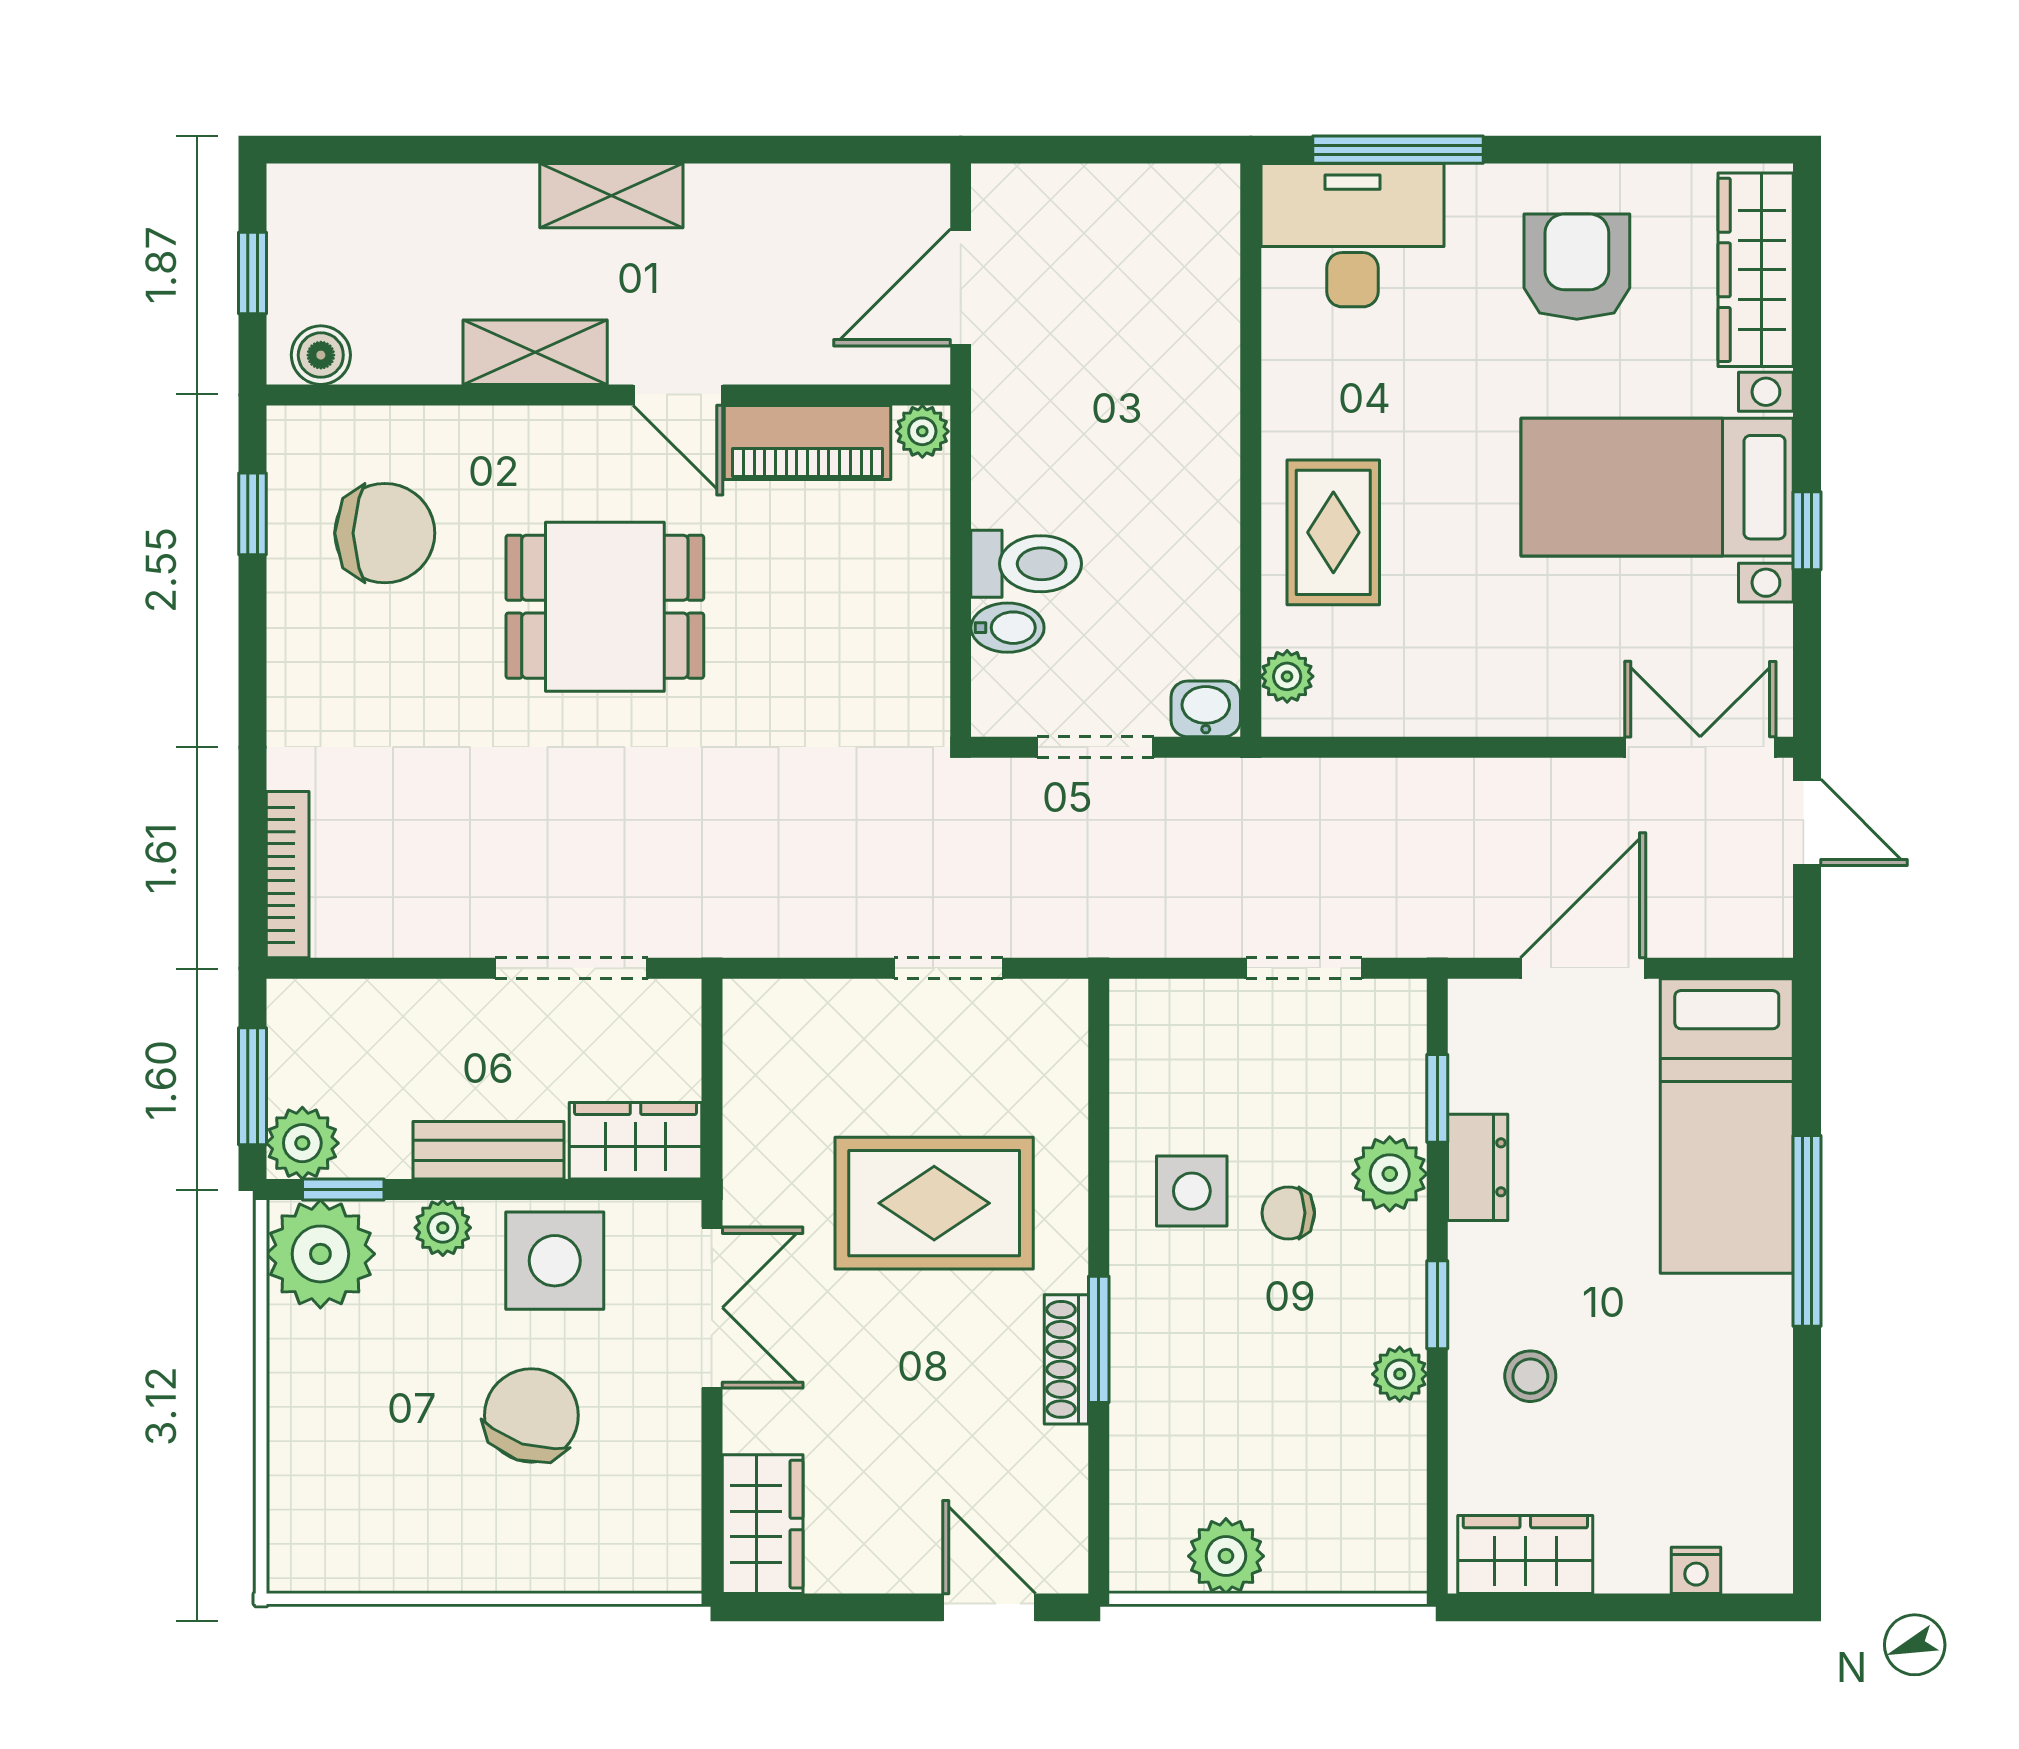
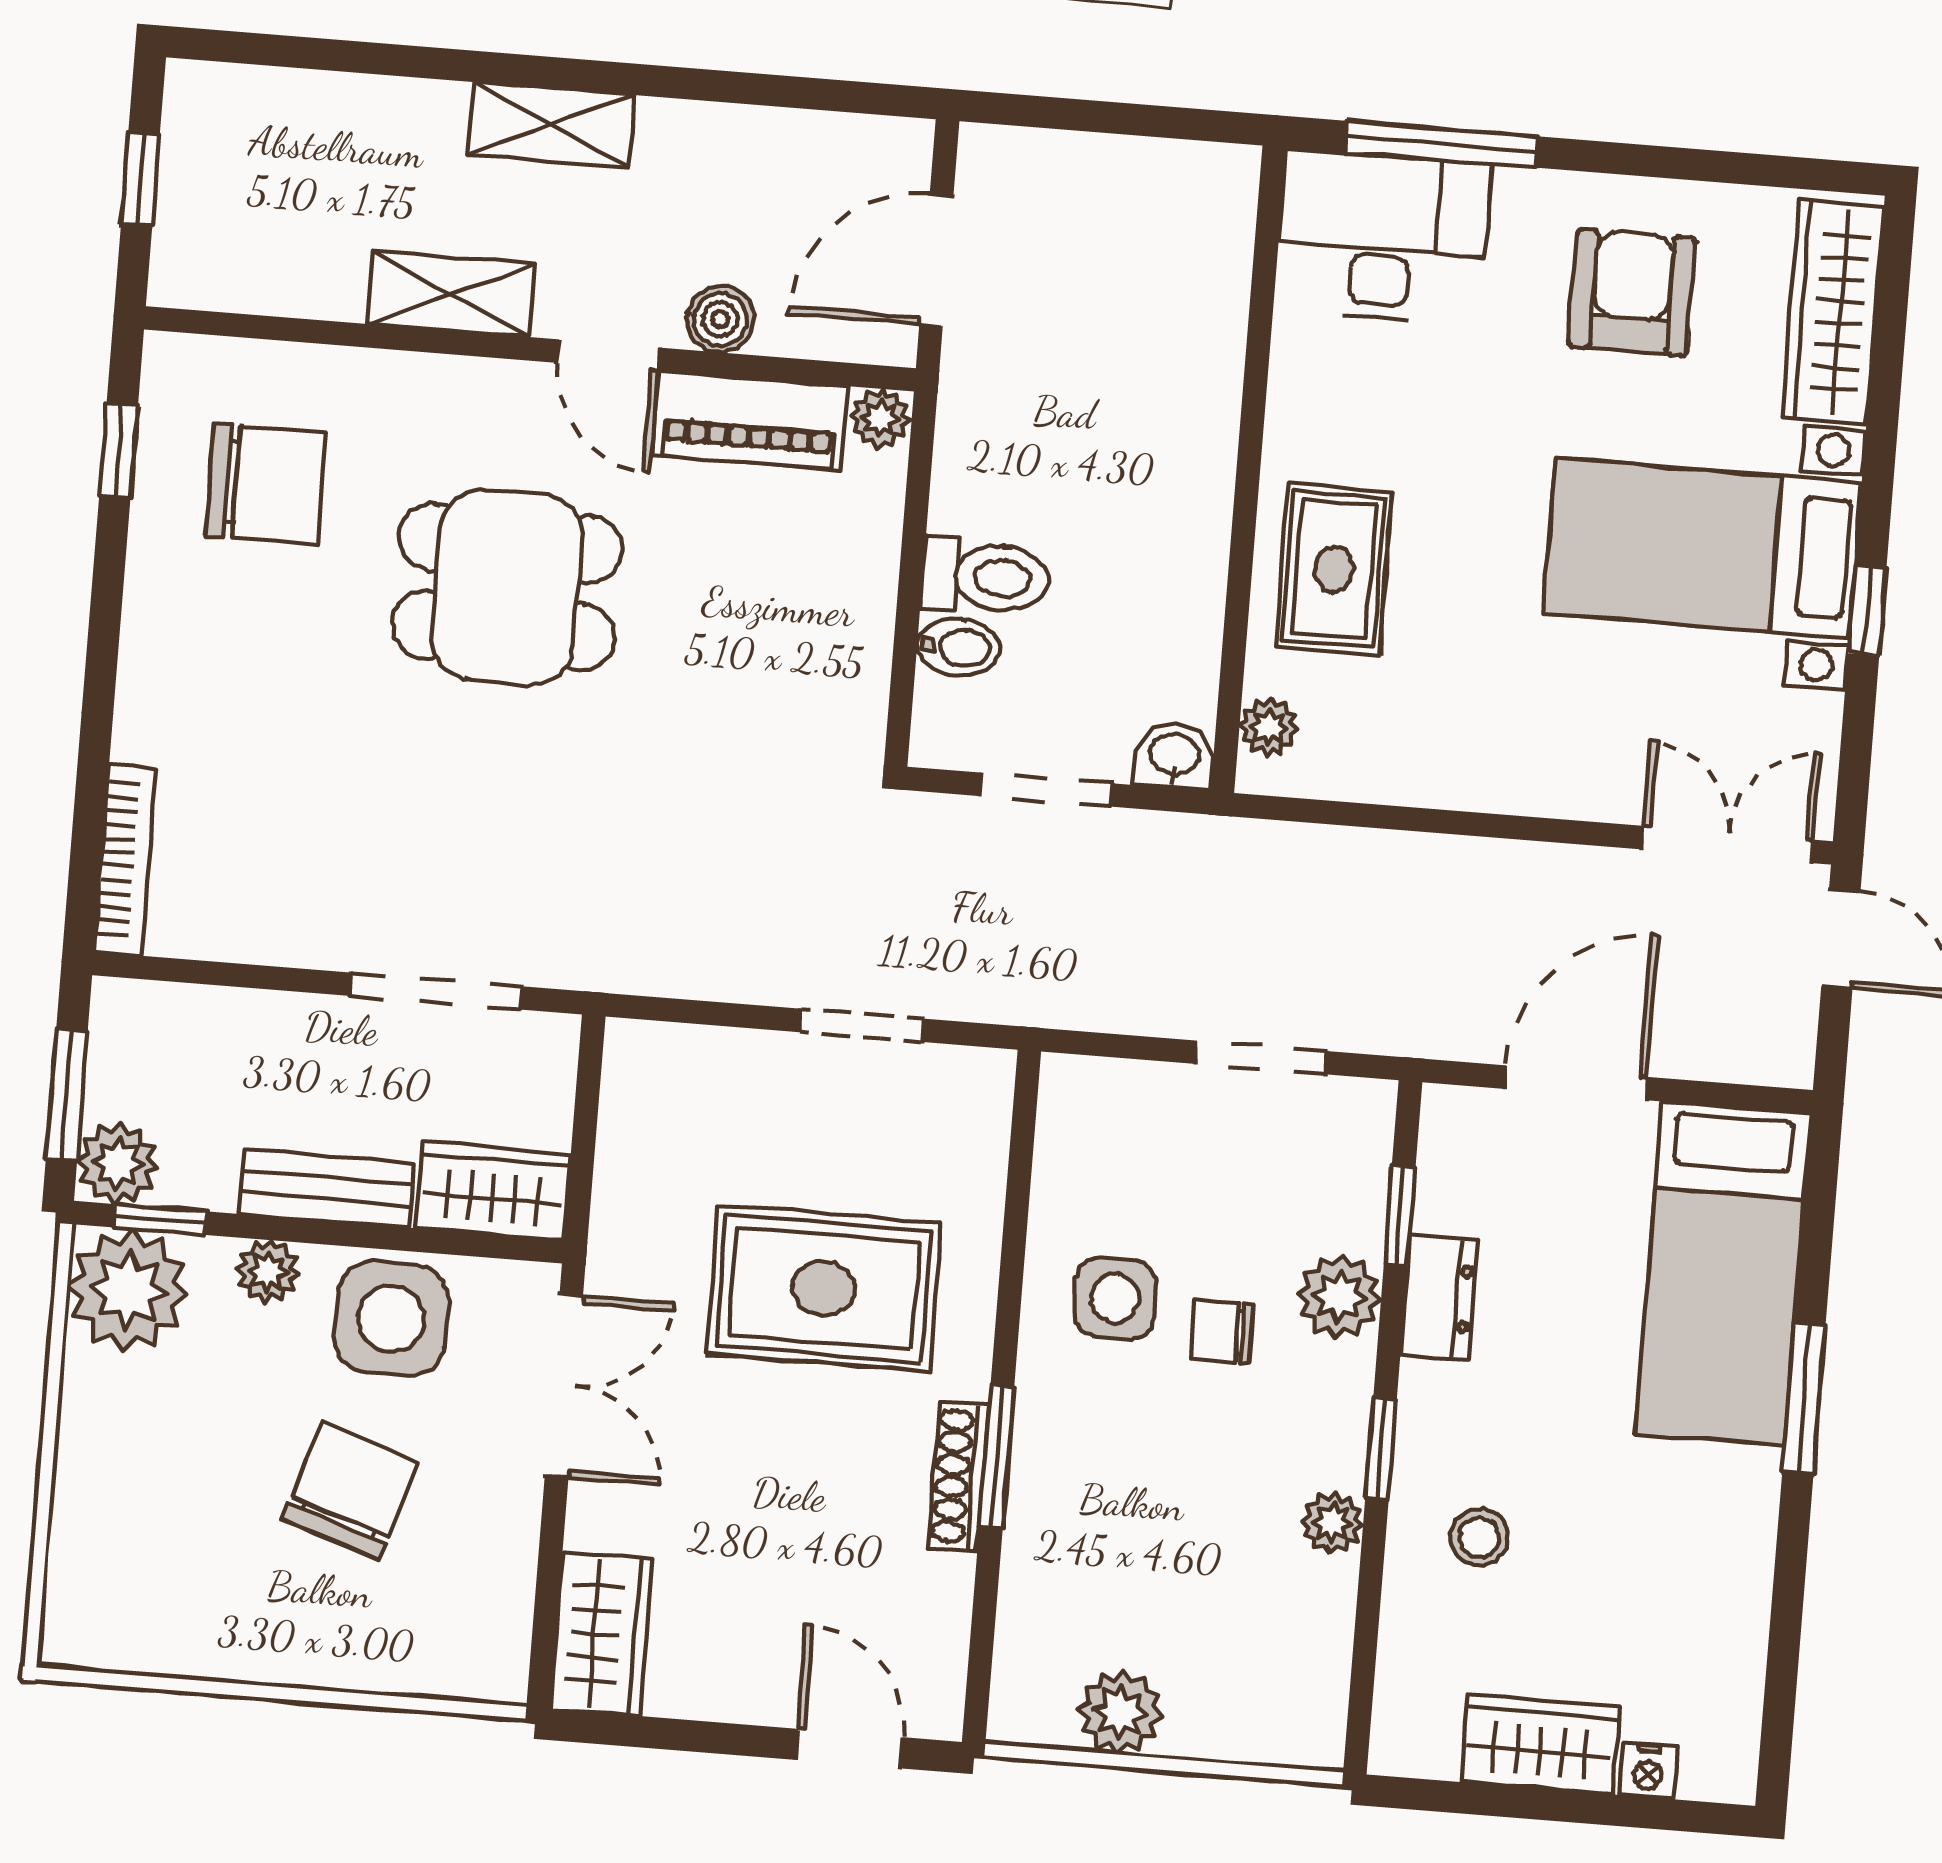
boiler: (321, 355) -> (720, 319), moved
window: (1807, 1231) -> (1804, 1399), width x0.69
wardrobe: (1525, 1554) -> (1540, 1744), moved

